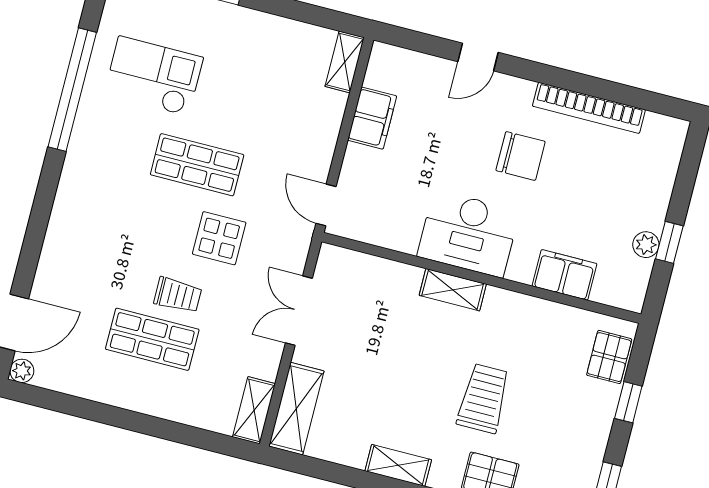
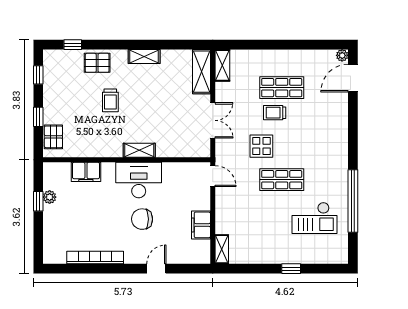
chair: (521, 156) -> (142, 219), moved
trolley: (483, 398) -> (110, 100), width x0.73, depth x0.72

